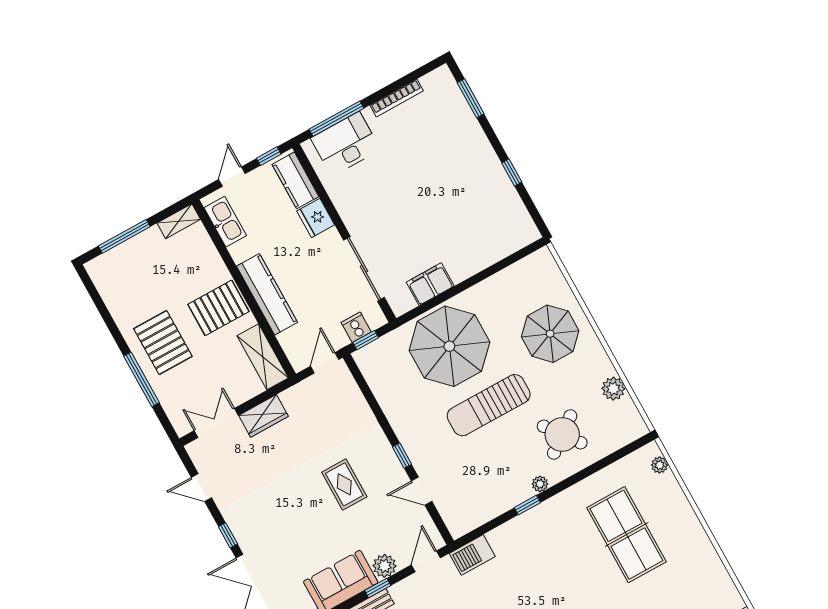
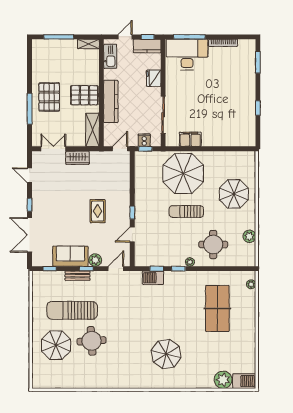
desk: (345, 144) -> (187, 55), width x1.36, depth x1.30
kitchen counter: (295, 180) -> (147, 46), moved, turned -90
sun lounger: (489, 405) -> (186, 211), width x0.73, depth x0.75
round table: (562, 434) -> (213, 244), turned 37
door: (422, 491) -> (132, 234), hinge flipped
window: (492, 525) -> (157, 269), added
barbecue: (472, 555) -> (153, 278), moved

